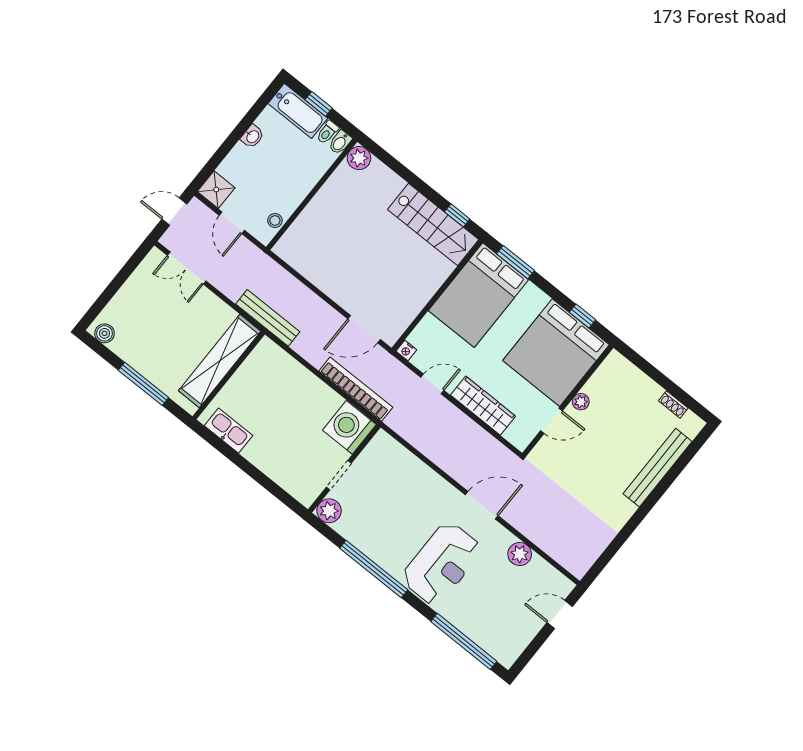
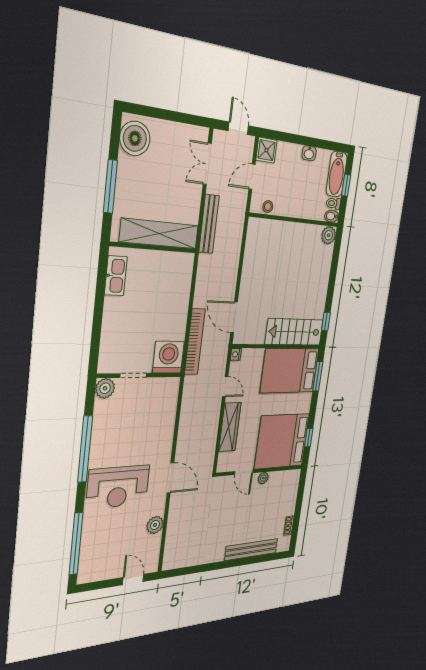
stairs: (433, 225) -> (294, 332), moved, turned 90
bench: (268, 318) -> (209, 224), moved
boiler: (105, 333) -> (135, 138), width x1.86, depth x1.86

